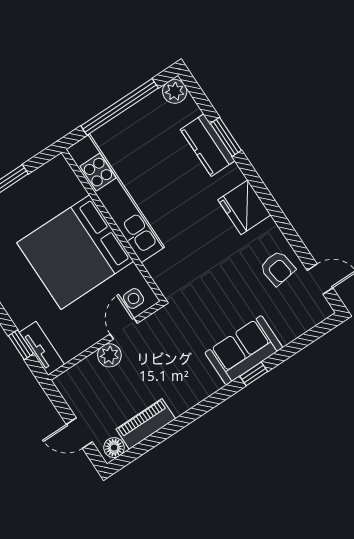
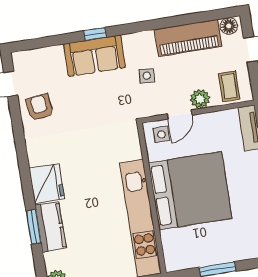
fridge: (244, 207) -> (47, 183), moved
side table: (178, 354) -> (147, 76), added
coffee table: (84, 383) -> (229, 86), added
piano: (146, 424) -> (188, 38), width x1.37, depth x1.33

